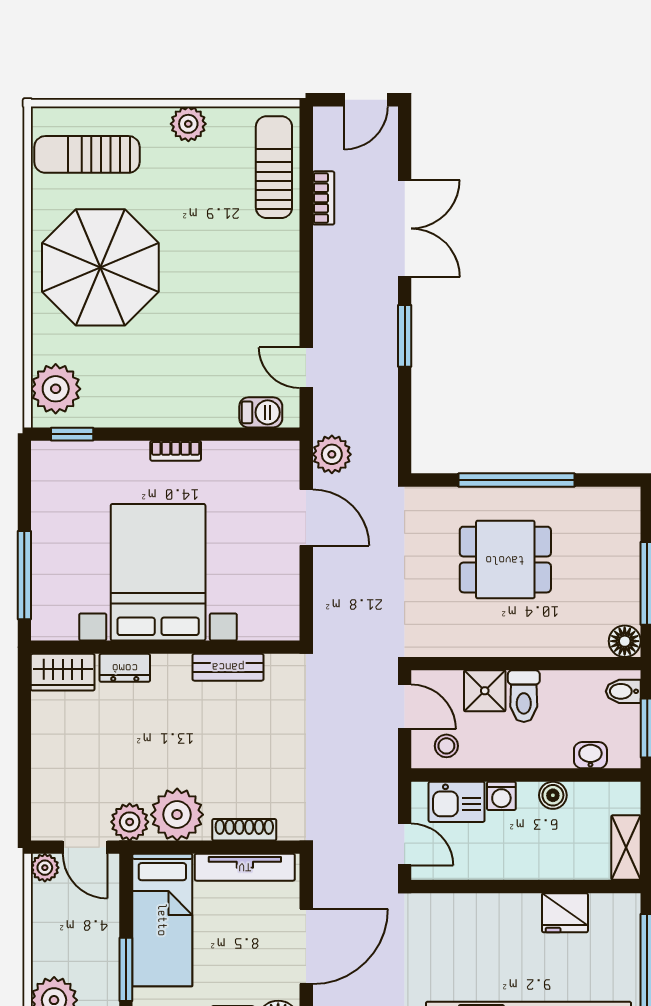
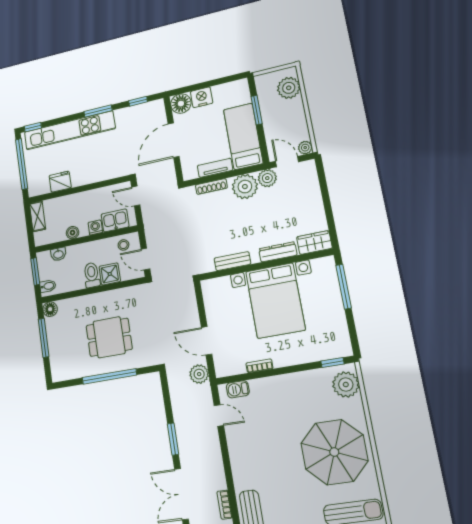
bookcase: (176, 451) -> (259, 366), moved
dresser: (125, 668) -> (278, 252), width x1.44
tv unit: (245, 867) -> (215, 168), width x0.71

